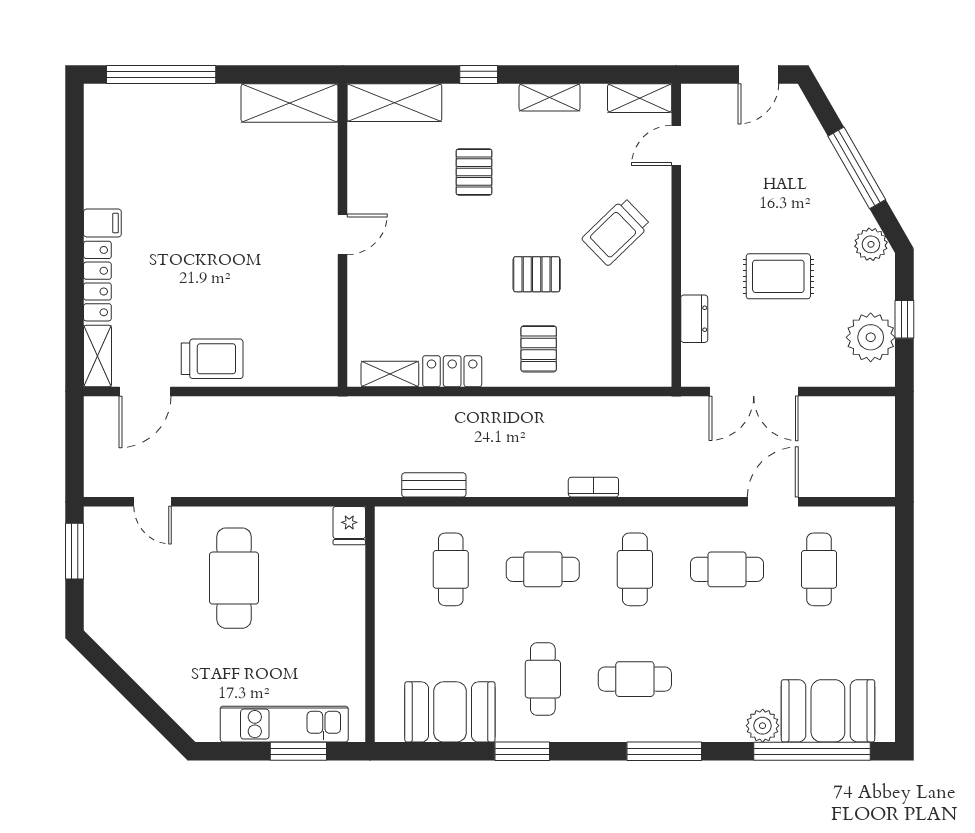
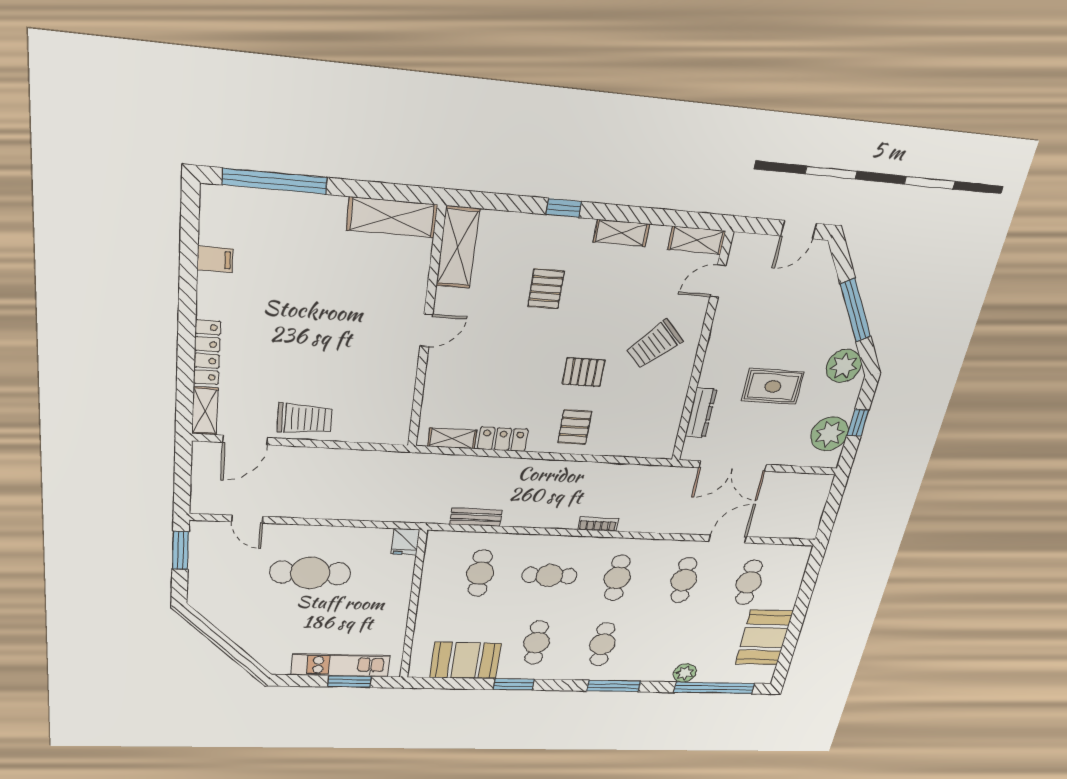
shelving: (394, 103) -> (458, 247), moved, turned 90
filing cabinet: (102, 223) -> (215, 259), moved
plant: (871, 244) -> (844, 366), width x1.36, depth x1.36
dresser: (694, 319) -> (701, 413), width x1.44
cafe table: (727, 569) -> (684, 580), turned 90
cafe table: (234, 578) -> (310, 573), turned 90
cafe table: (635, 679) -> (603, 644), turned 90
booth: (828, 711) -> (764, 638), moved, turned 90

